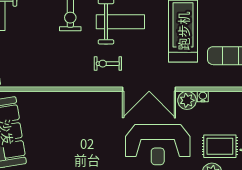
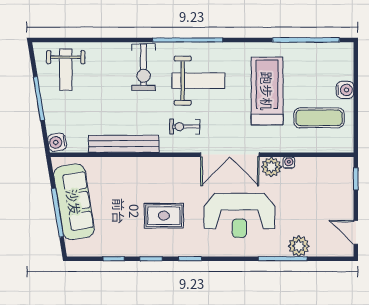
bench: (52, 79) -> (124, 144), added
rug: (220, 146) -> (164, 216), moved

